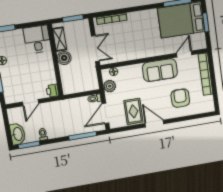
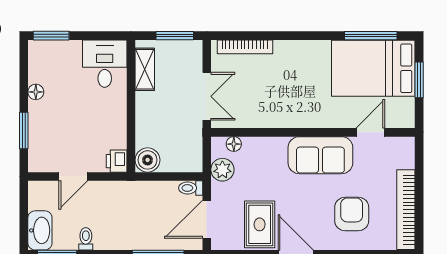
boiler: (64, 58) -> (148, 160), moved
bookcase: (206, 74) -> (406, 210), moved

